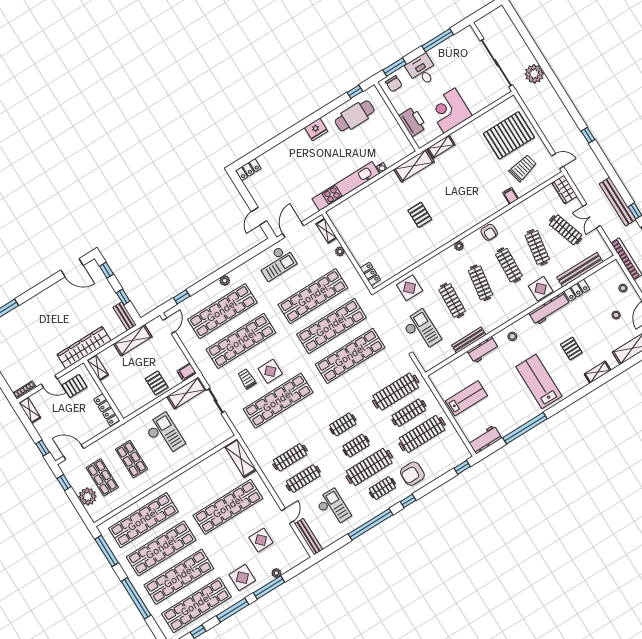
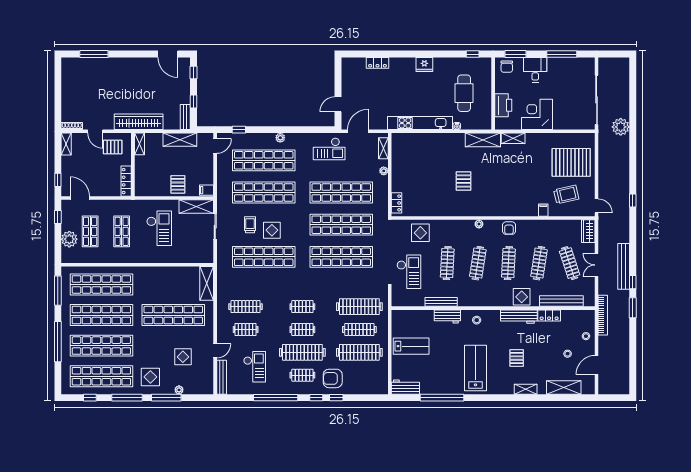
cafe table: (355, 116) -> (464, 93), moved, turned 90
locker: (248, 169) -> (378, 63), moved
window: (462, 467) -> (336, 398), moved
clothes rail: (303, 479) -> (246, 329), width x0.73

